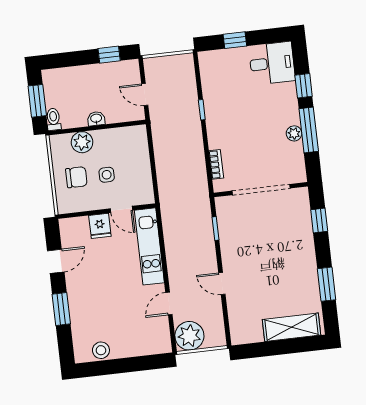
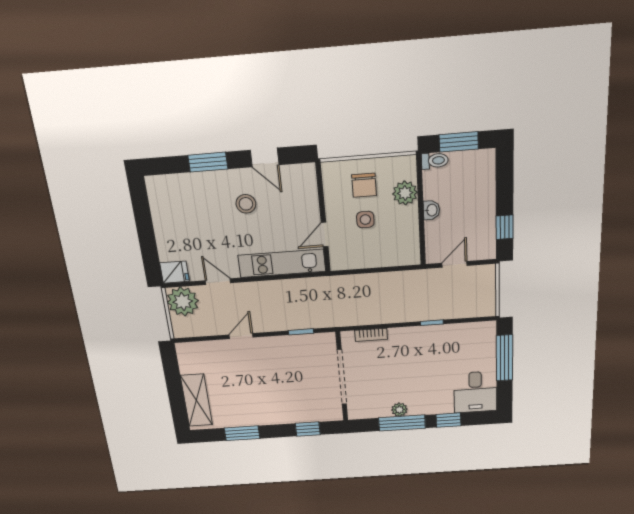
window: (235, 40) -> (504, 358), width x2.17
fridge: (100, 226) -> (175, 272), moved, turned 180
stool: (101, 350) -> (246, 204), moved

